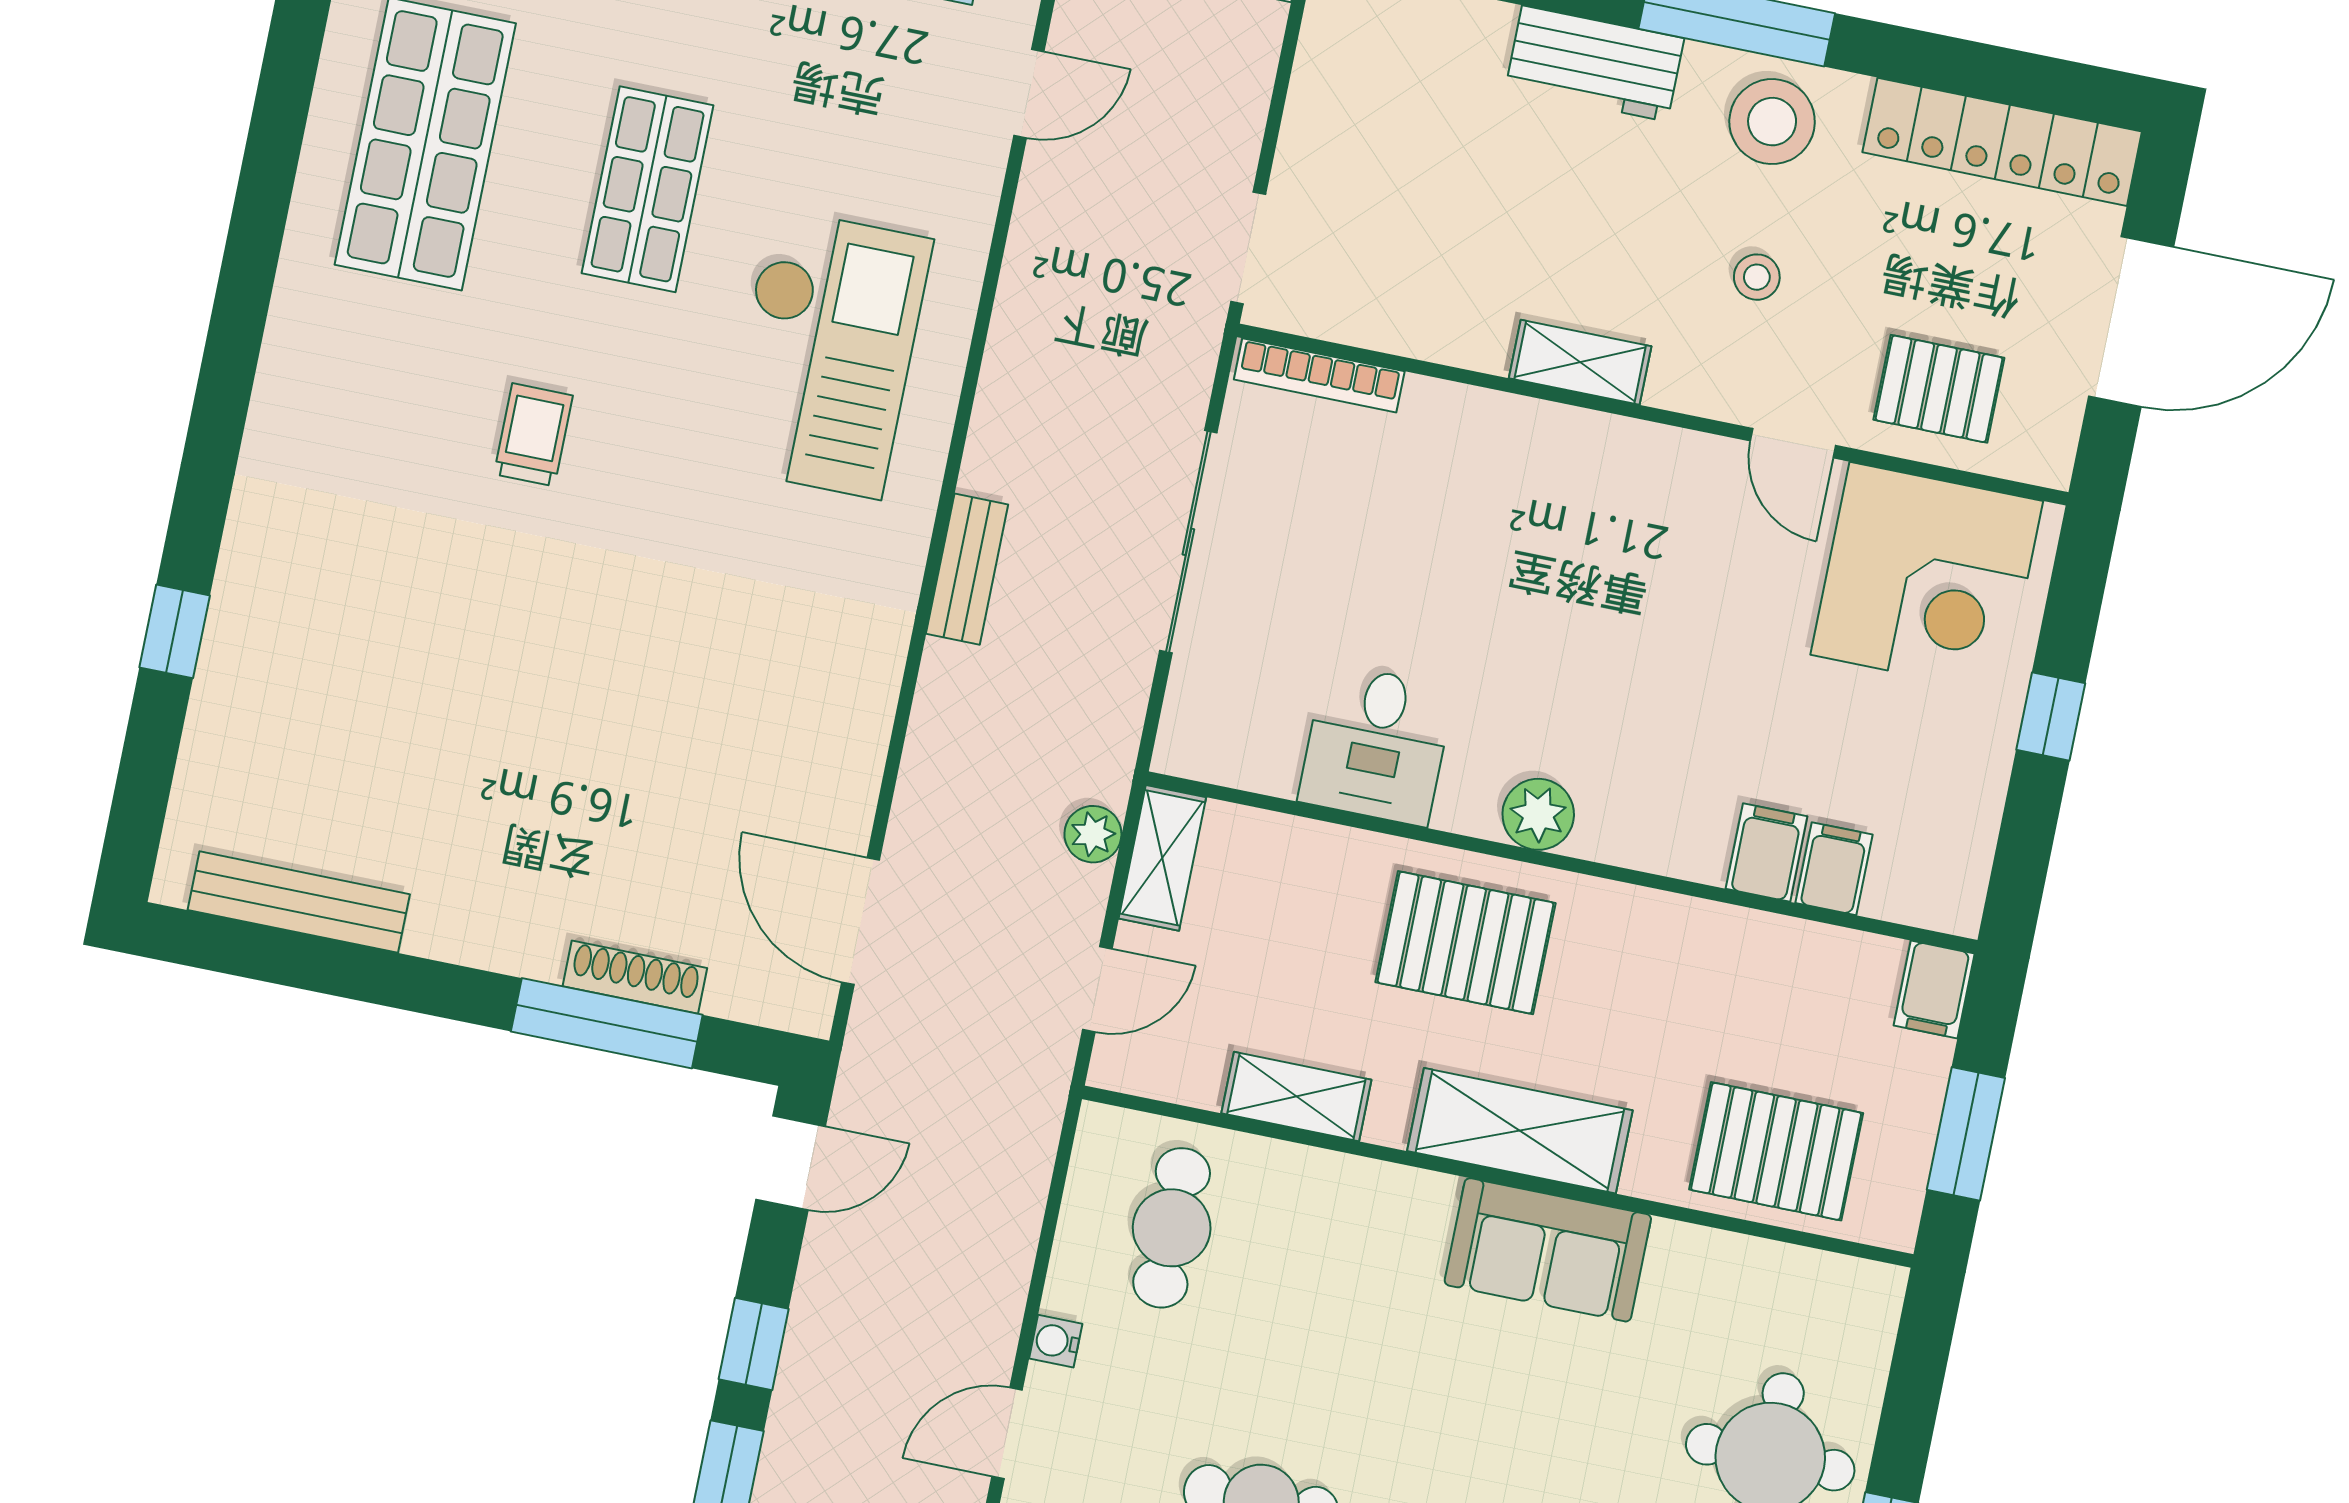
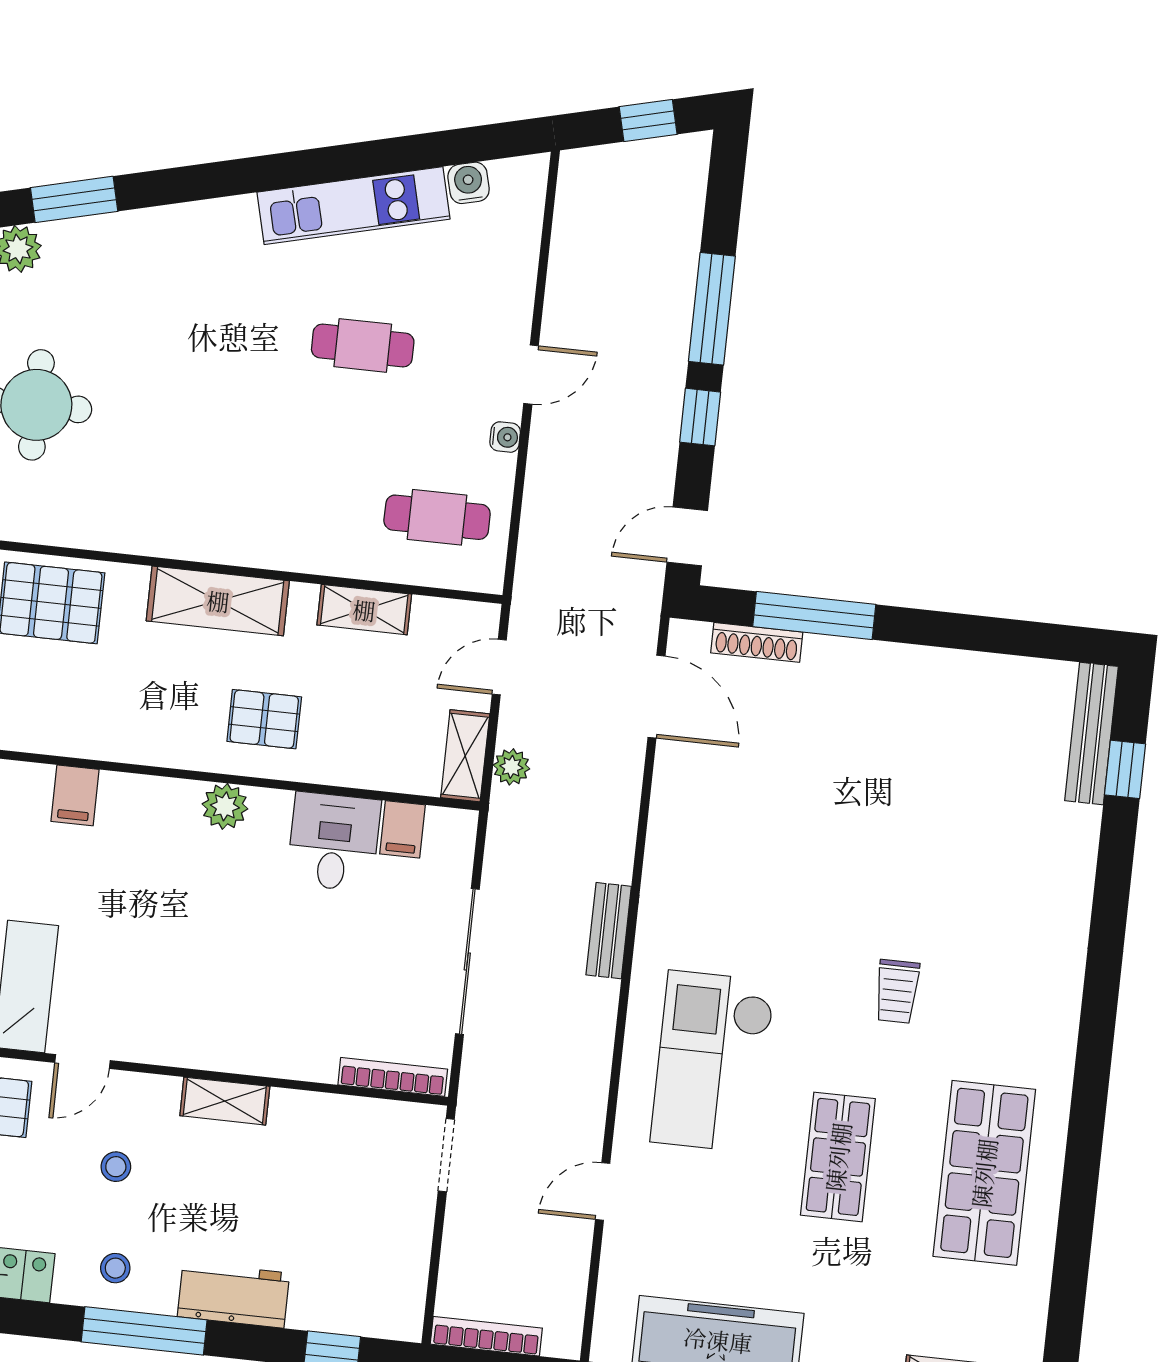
door: (1029, 93) -> (603, 1191), moved
stool: (1772, 122) -> (115, 1268), width x0.53, depth x0.53
door: (1793, 443) -> (83, 1062), swing flipped
window: (175, 631) -> (1125, 769), moved
filing cabinet: (1834, 869) -> (402, 829), moved
bench: (299, 902) -> (1091, 734), moved, turned 90
pallet: (1466, 943) -> (264, 719), width x0.67, depth x0.71
shoe rack: (635, 977) -> (757, 642), moved
cafe table: (1172, 1228) -> (437, 517), turned 90
sofa: (1548, 1250) -> (193, 526), removed

